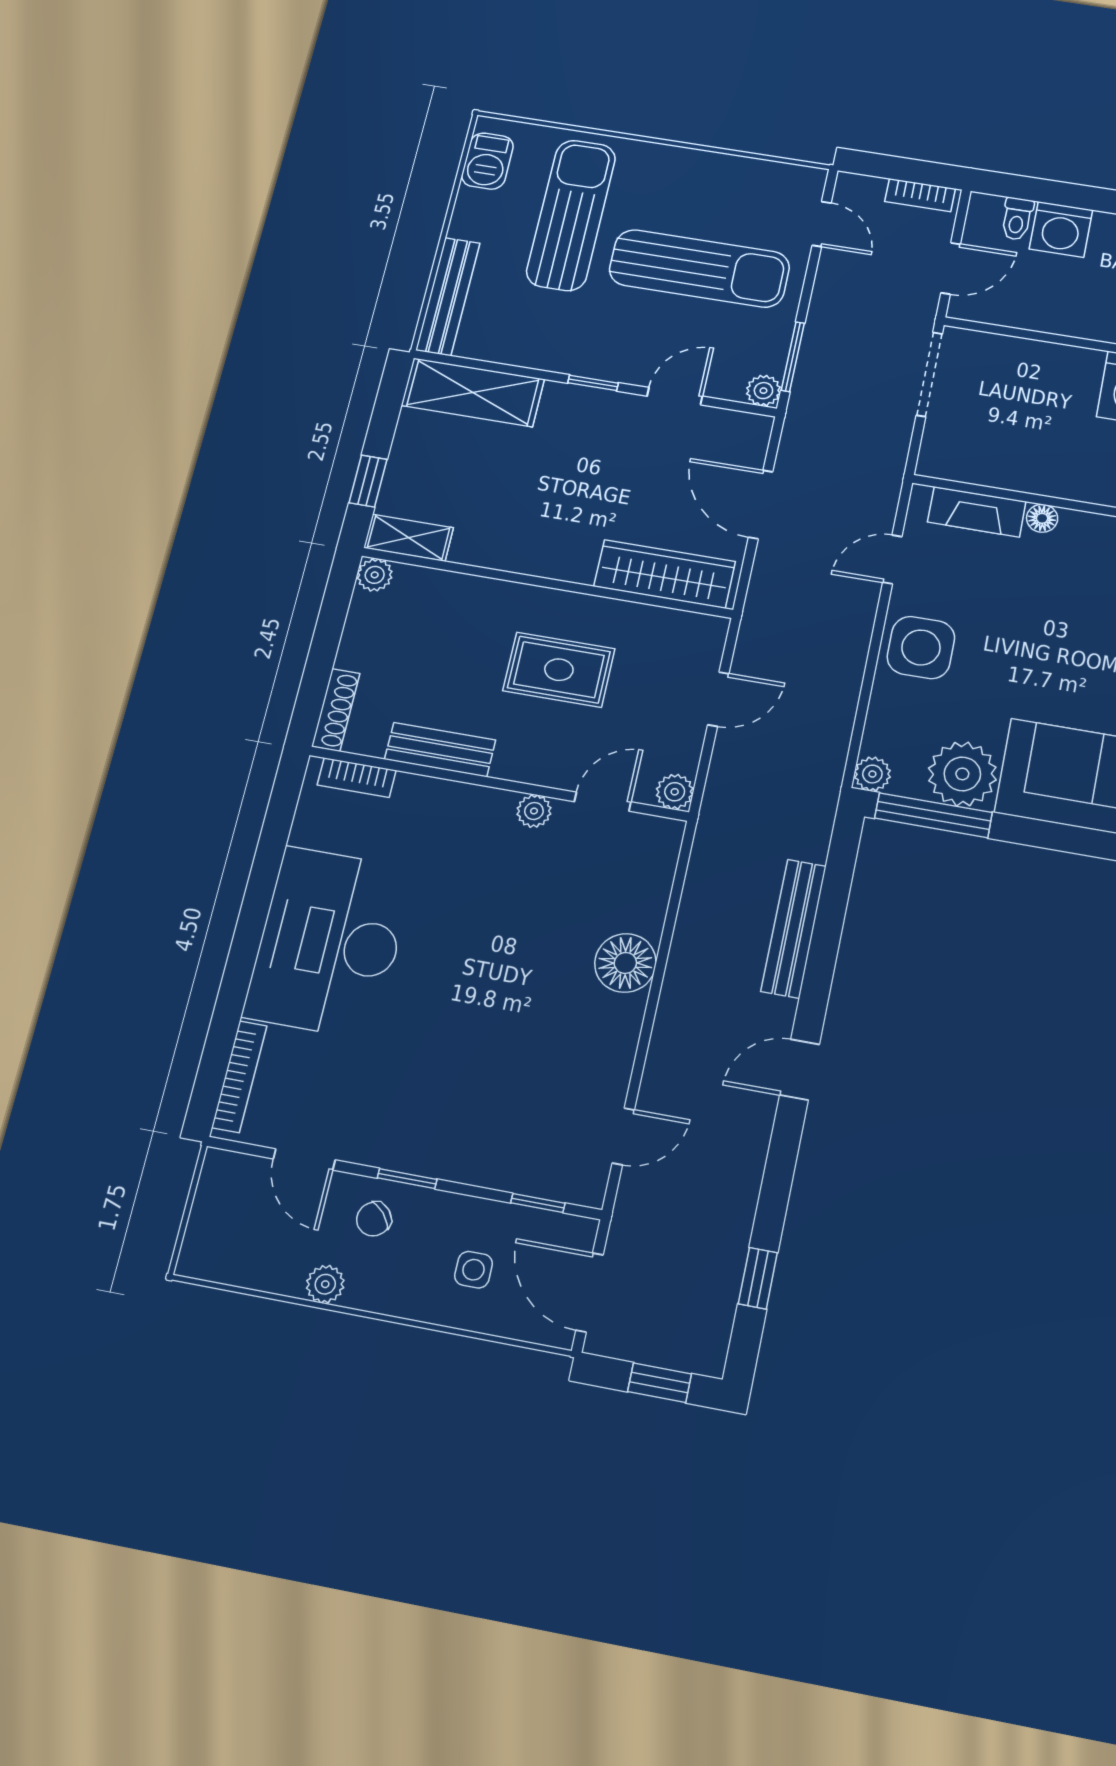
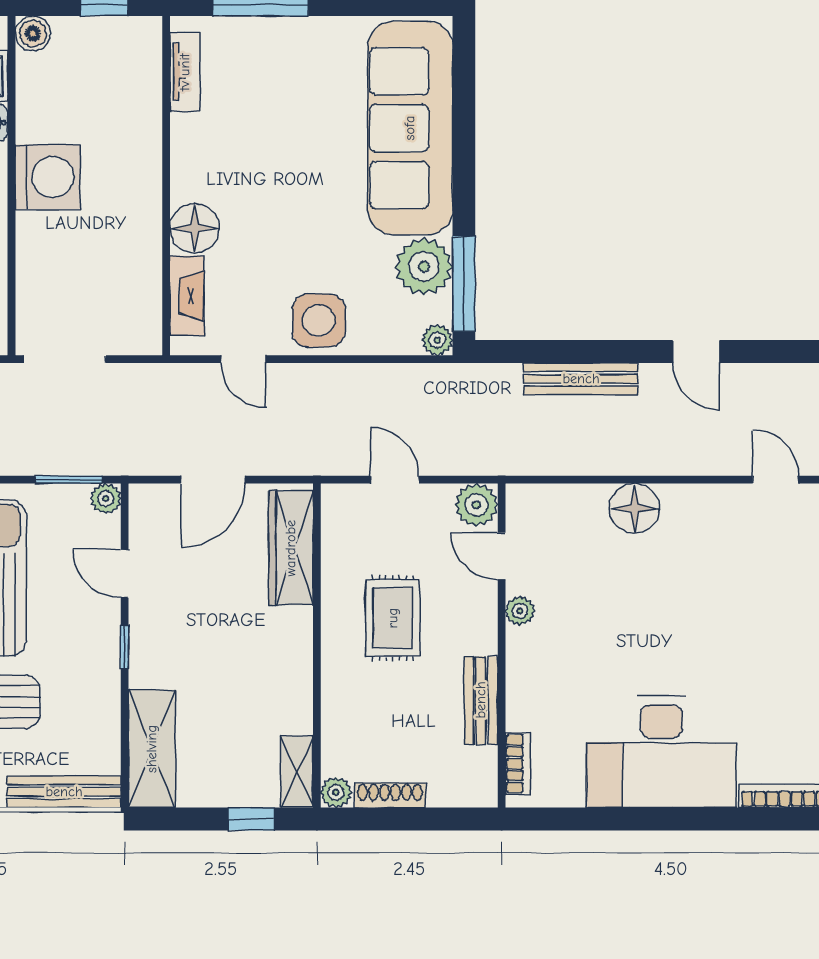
floor lamp: (1042, 518) -> (195, 228), width x1.89, depth x1.89
shoe rack: (336, 710) -> (390, 796), moved
plant: (675, 792) -> (476, 505), width x1.38, depth x1.38

